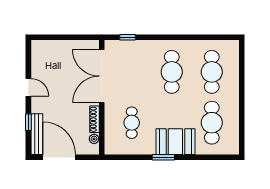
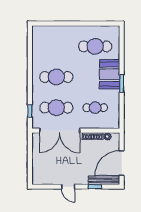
cafe table: (212, 72) -> (56, 108), moved
door: (28, 87) -> (68, 187), swing flipped

